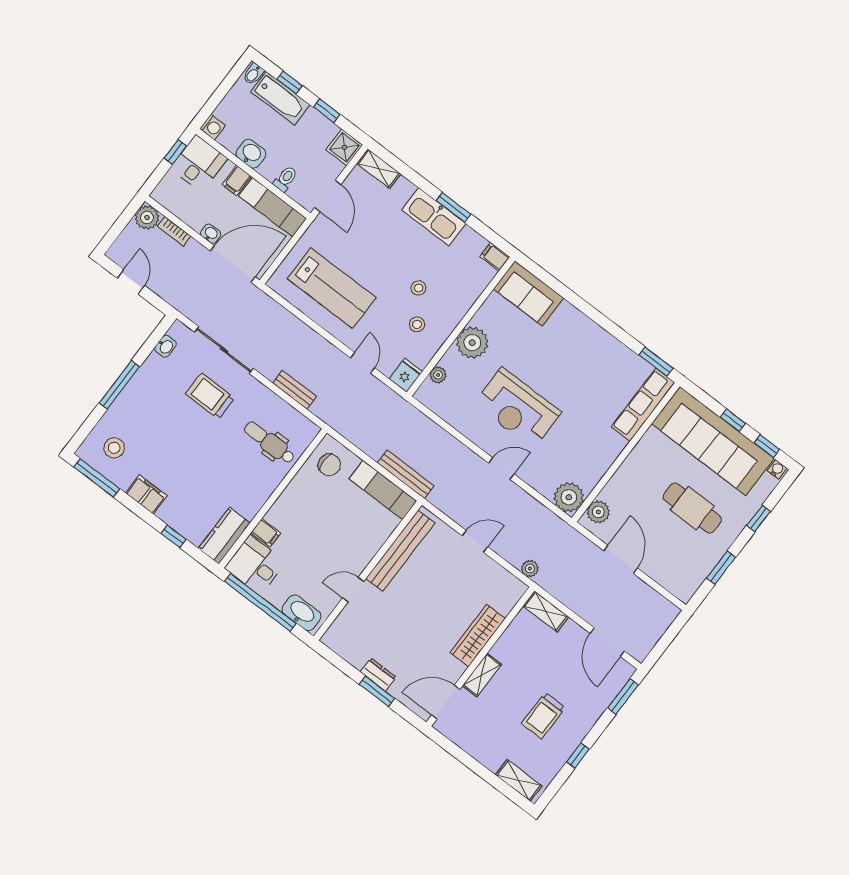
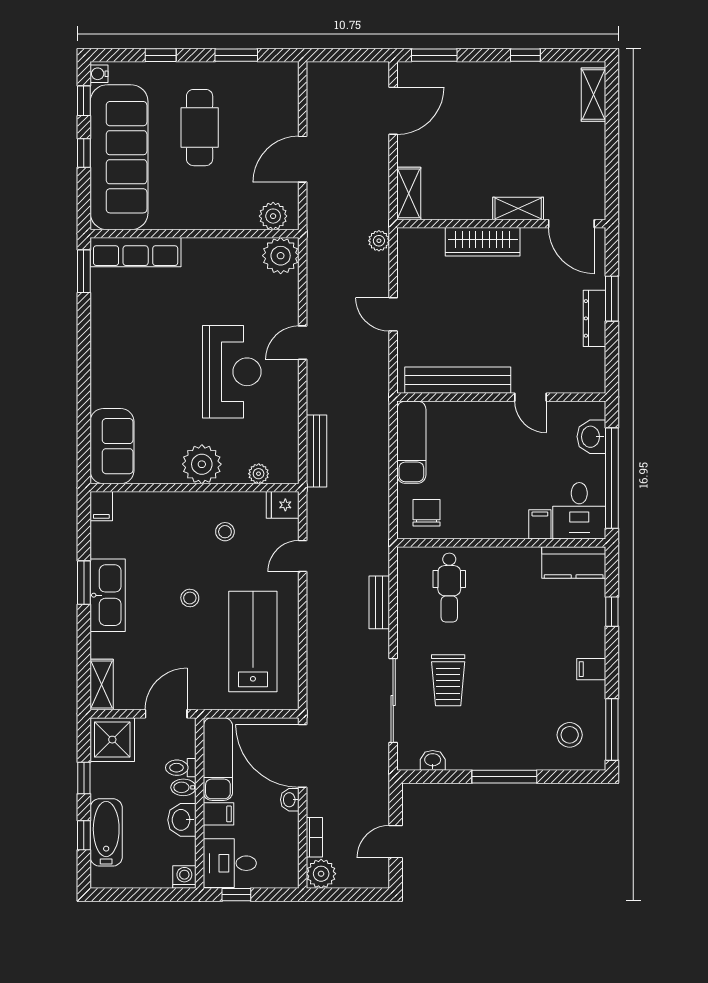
bidet: (253, 74) -> (183, 787), moved, turned 180
shower: (344, 147) -> (112, 740), width x1.36, depth x1.36
stool: (419, 288) -> (190, 598), moved
door: (501, 469) -> (303, 343), hinge flipped
bench: (406, 474) -> (317, 451), moved
filing cabinet: (146, 494) -> (591, 669), width x0.50
washbasin: (301, 613) -> (591, 437), width x0.72
dresser: (378, 674) -> (594, 318), width x1.44
trolley: (543, 716) -> (512, 118), removed

